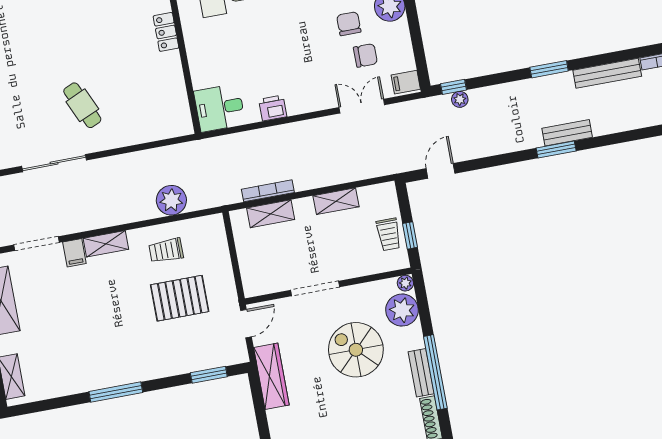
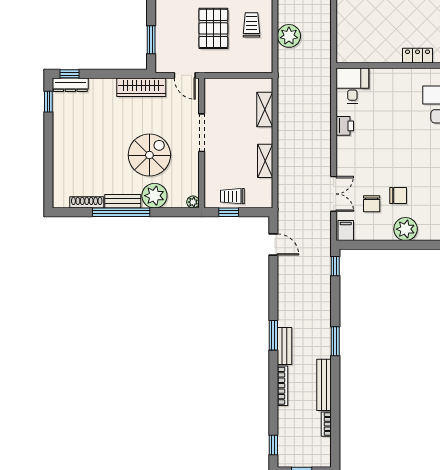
plant: (460, 99) -> (325, 269), removed
bookcase: (268, 191) -> (282, 386), moved
plant: (402, 310) -> (154, 196), moved

